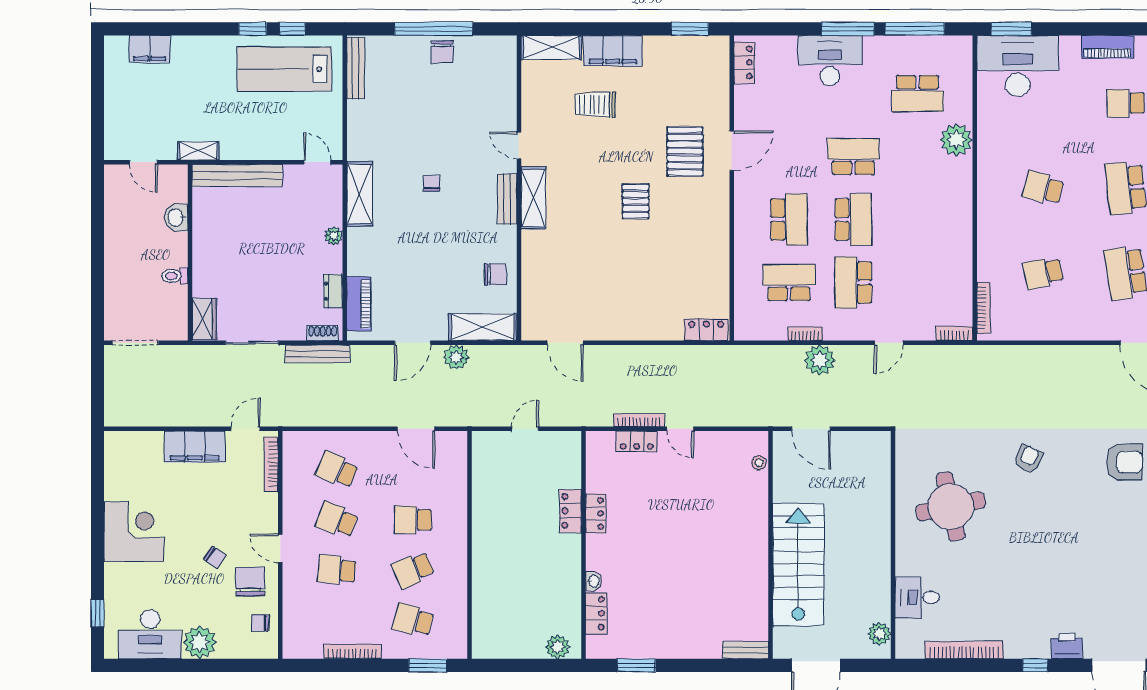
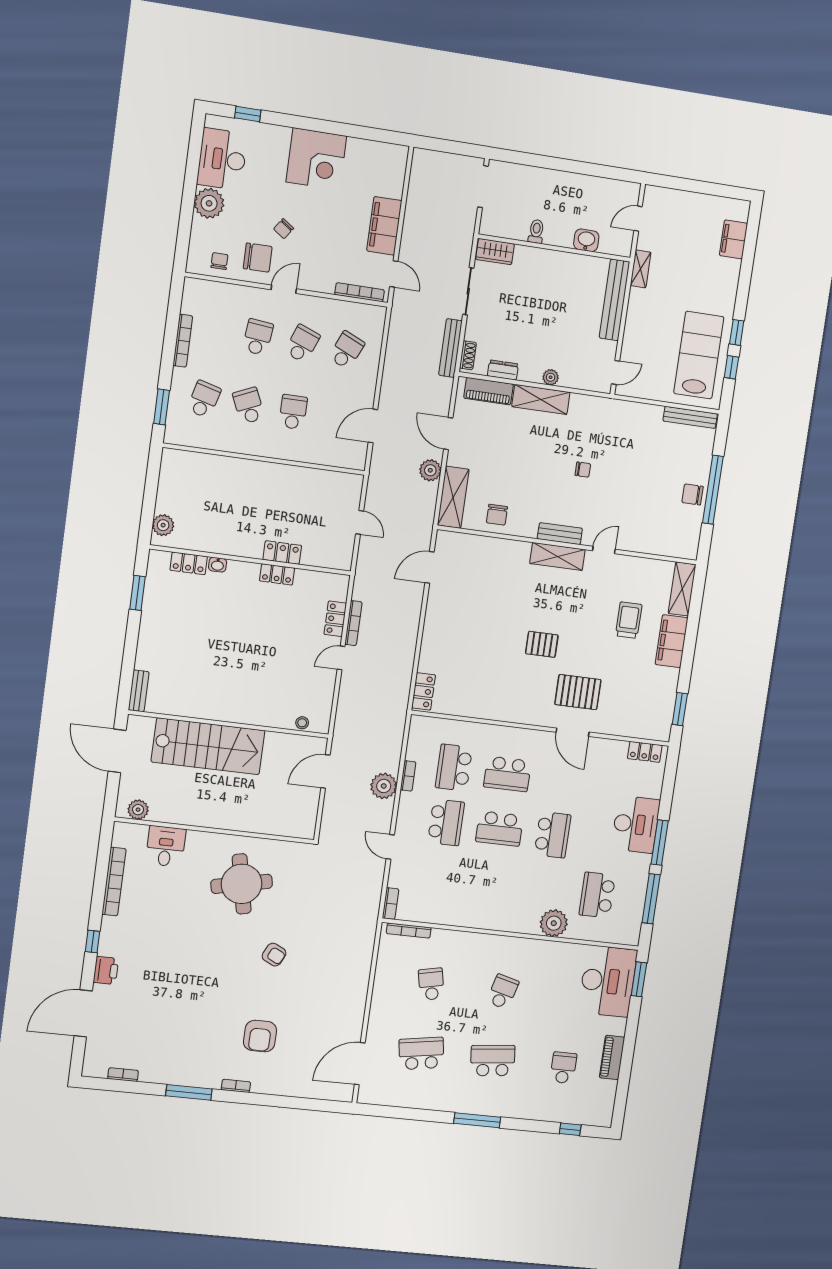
shelving: (360, 194) -> (541, 399), moved
school desk: (789, 282) -> (454, 768), turned 180
school desk: (853, 282) -> (446, 822), turned 90

